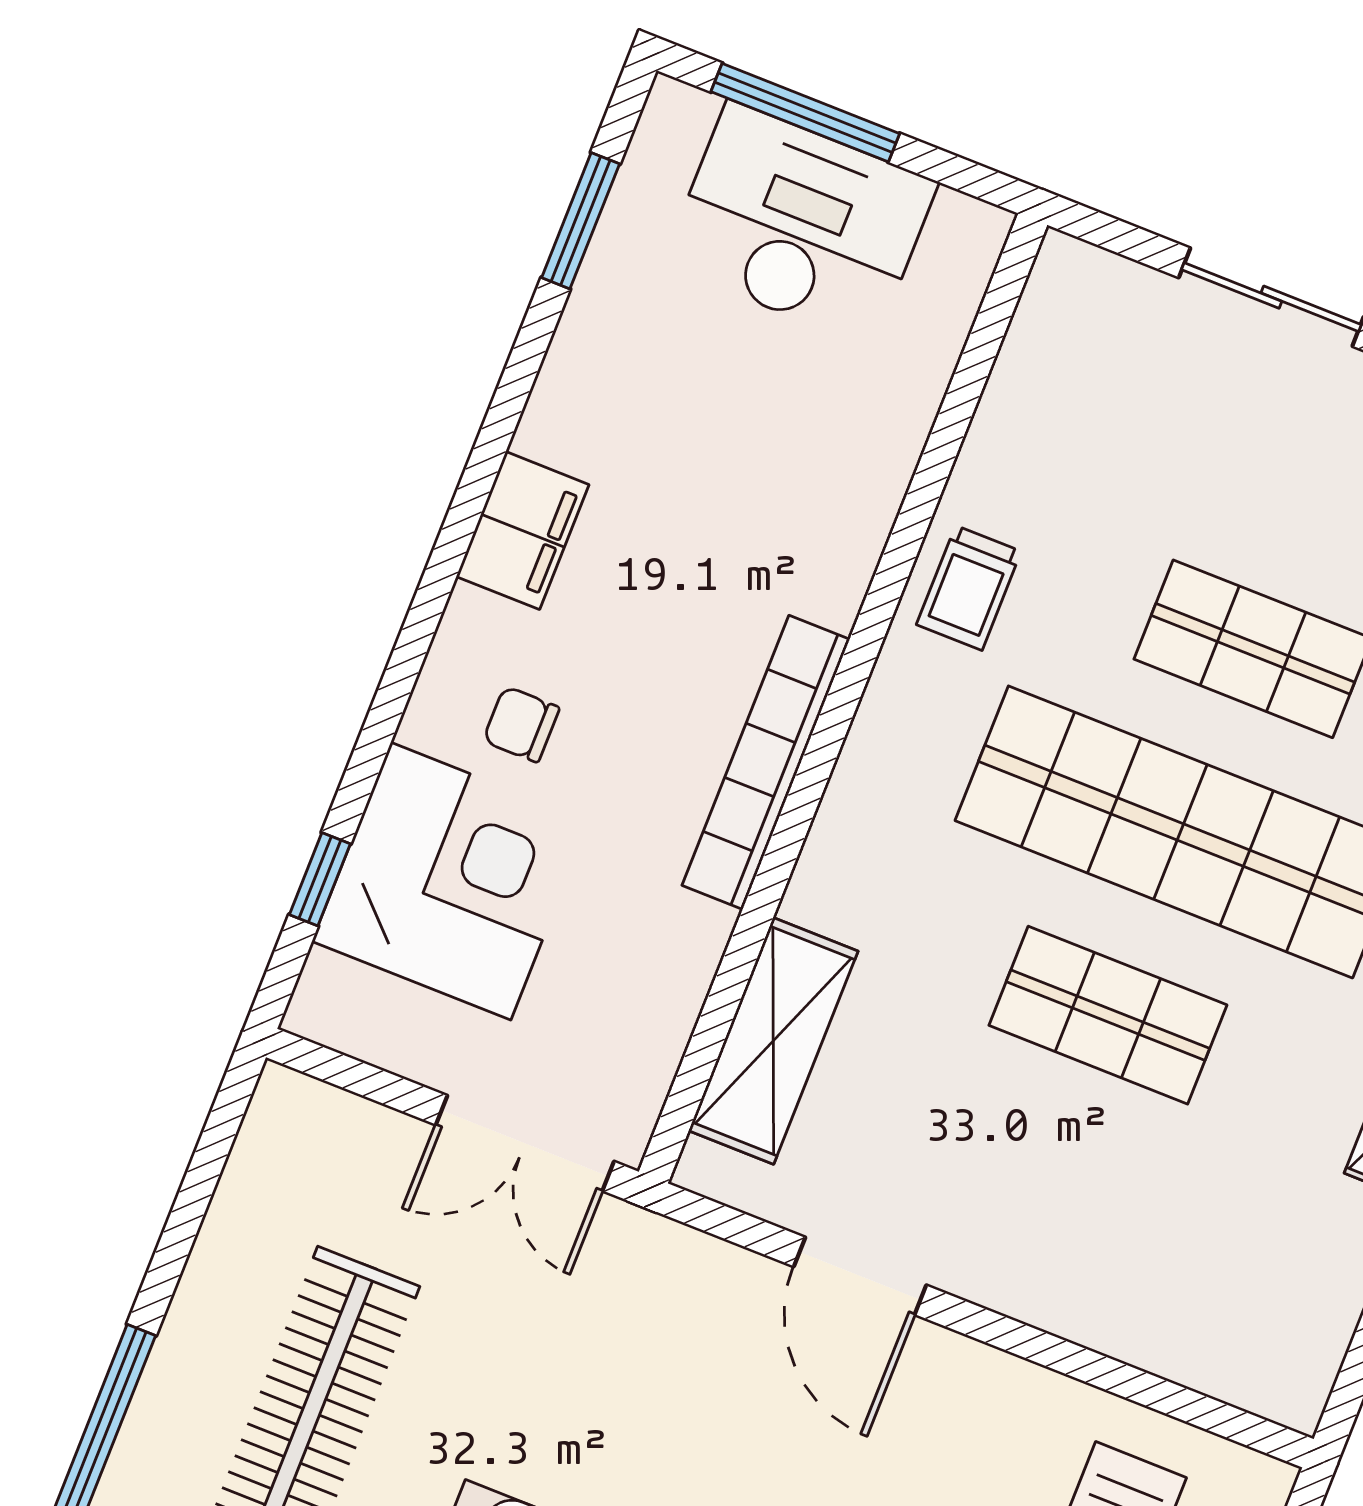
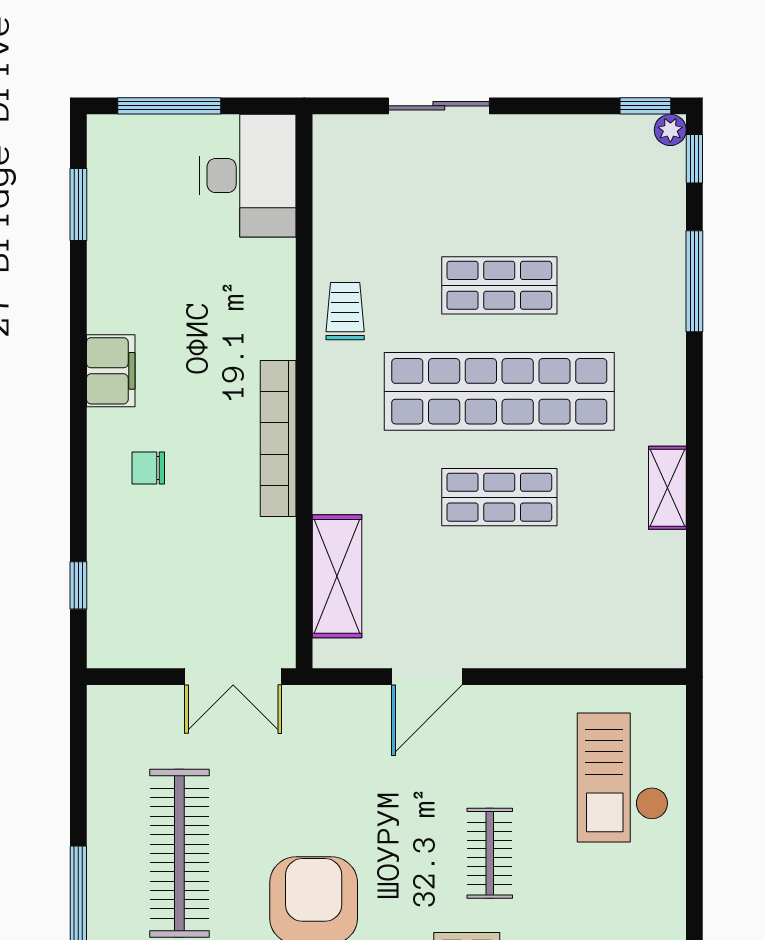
desk: (800, 224) -> (248, 176), moved, turned 90
trolley: (969, 588) -> (345, 311), turned 180
corner desk: (451, 881) -> (144, 560), removed
door: (860, 1276) -> (427, 677), hinge flipped

